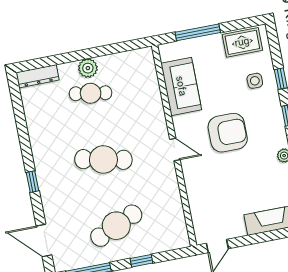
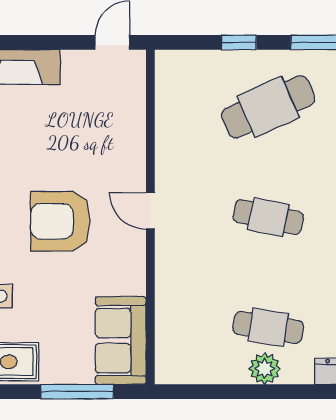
sofa: (181, 86) -> (121, 341), moved
cafe table: (103, 159) -> (268, 217), width x0.73, depth x0.74

